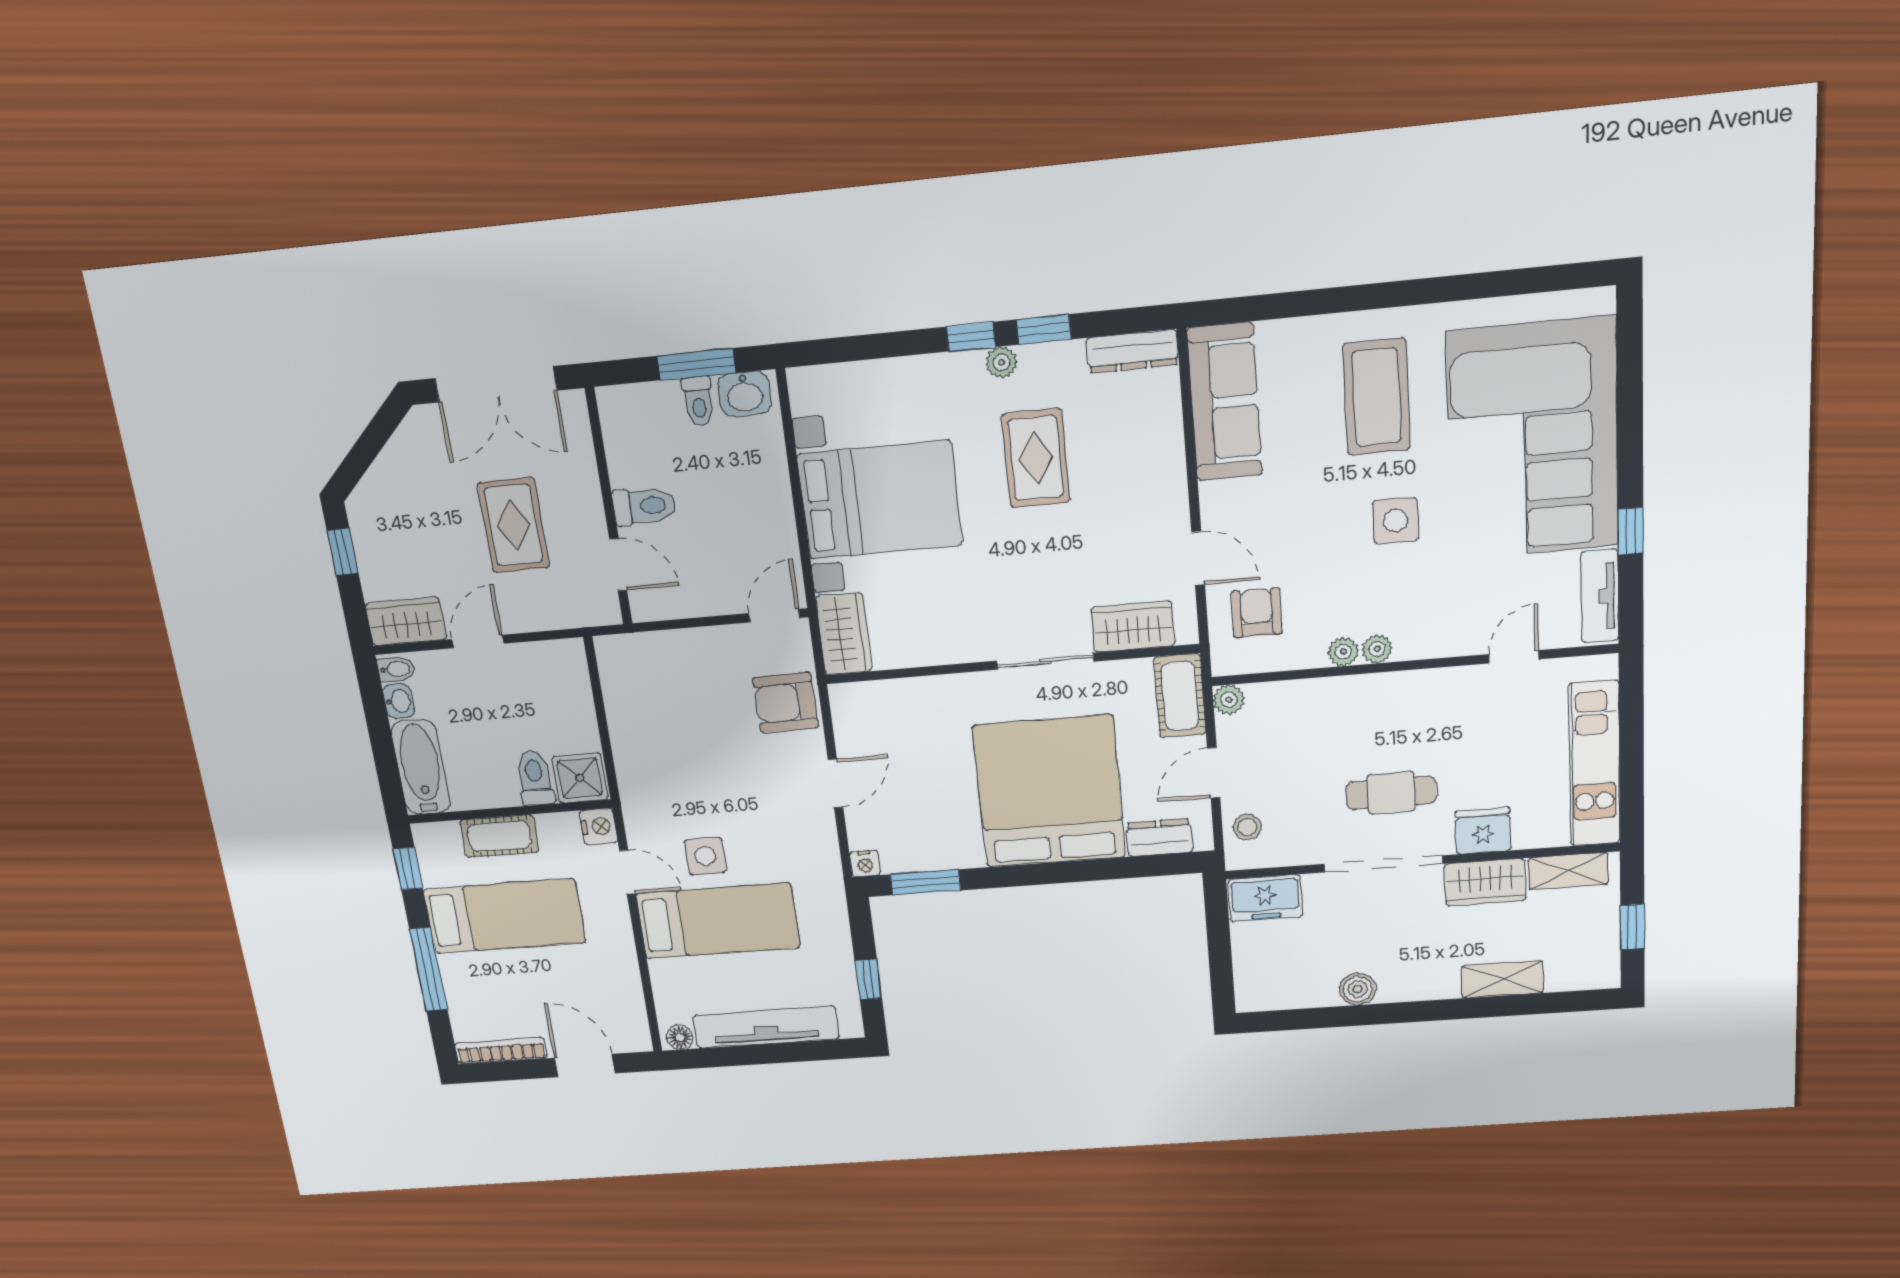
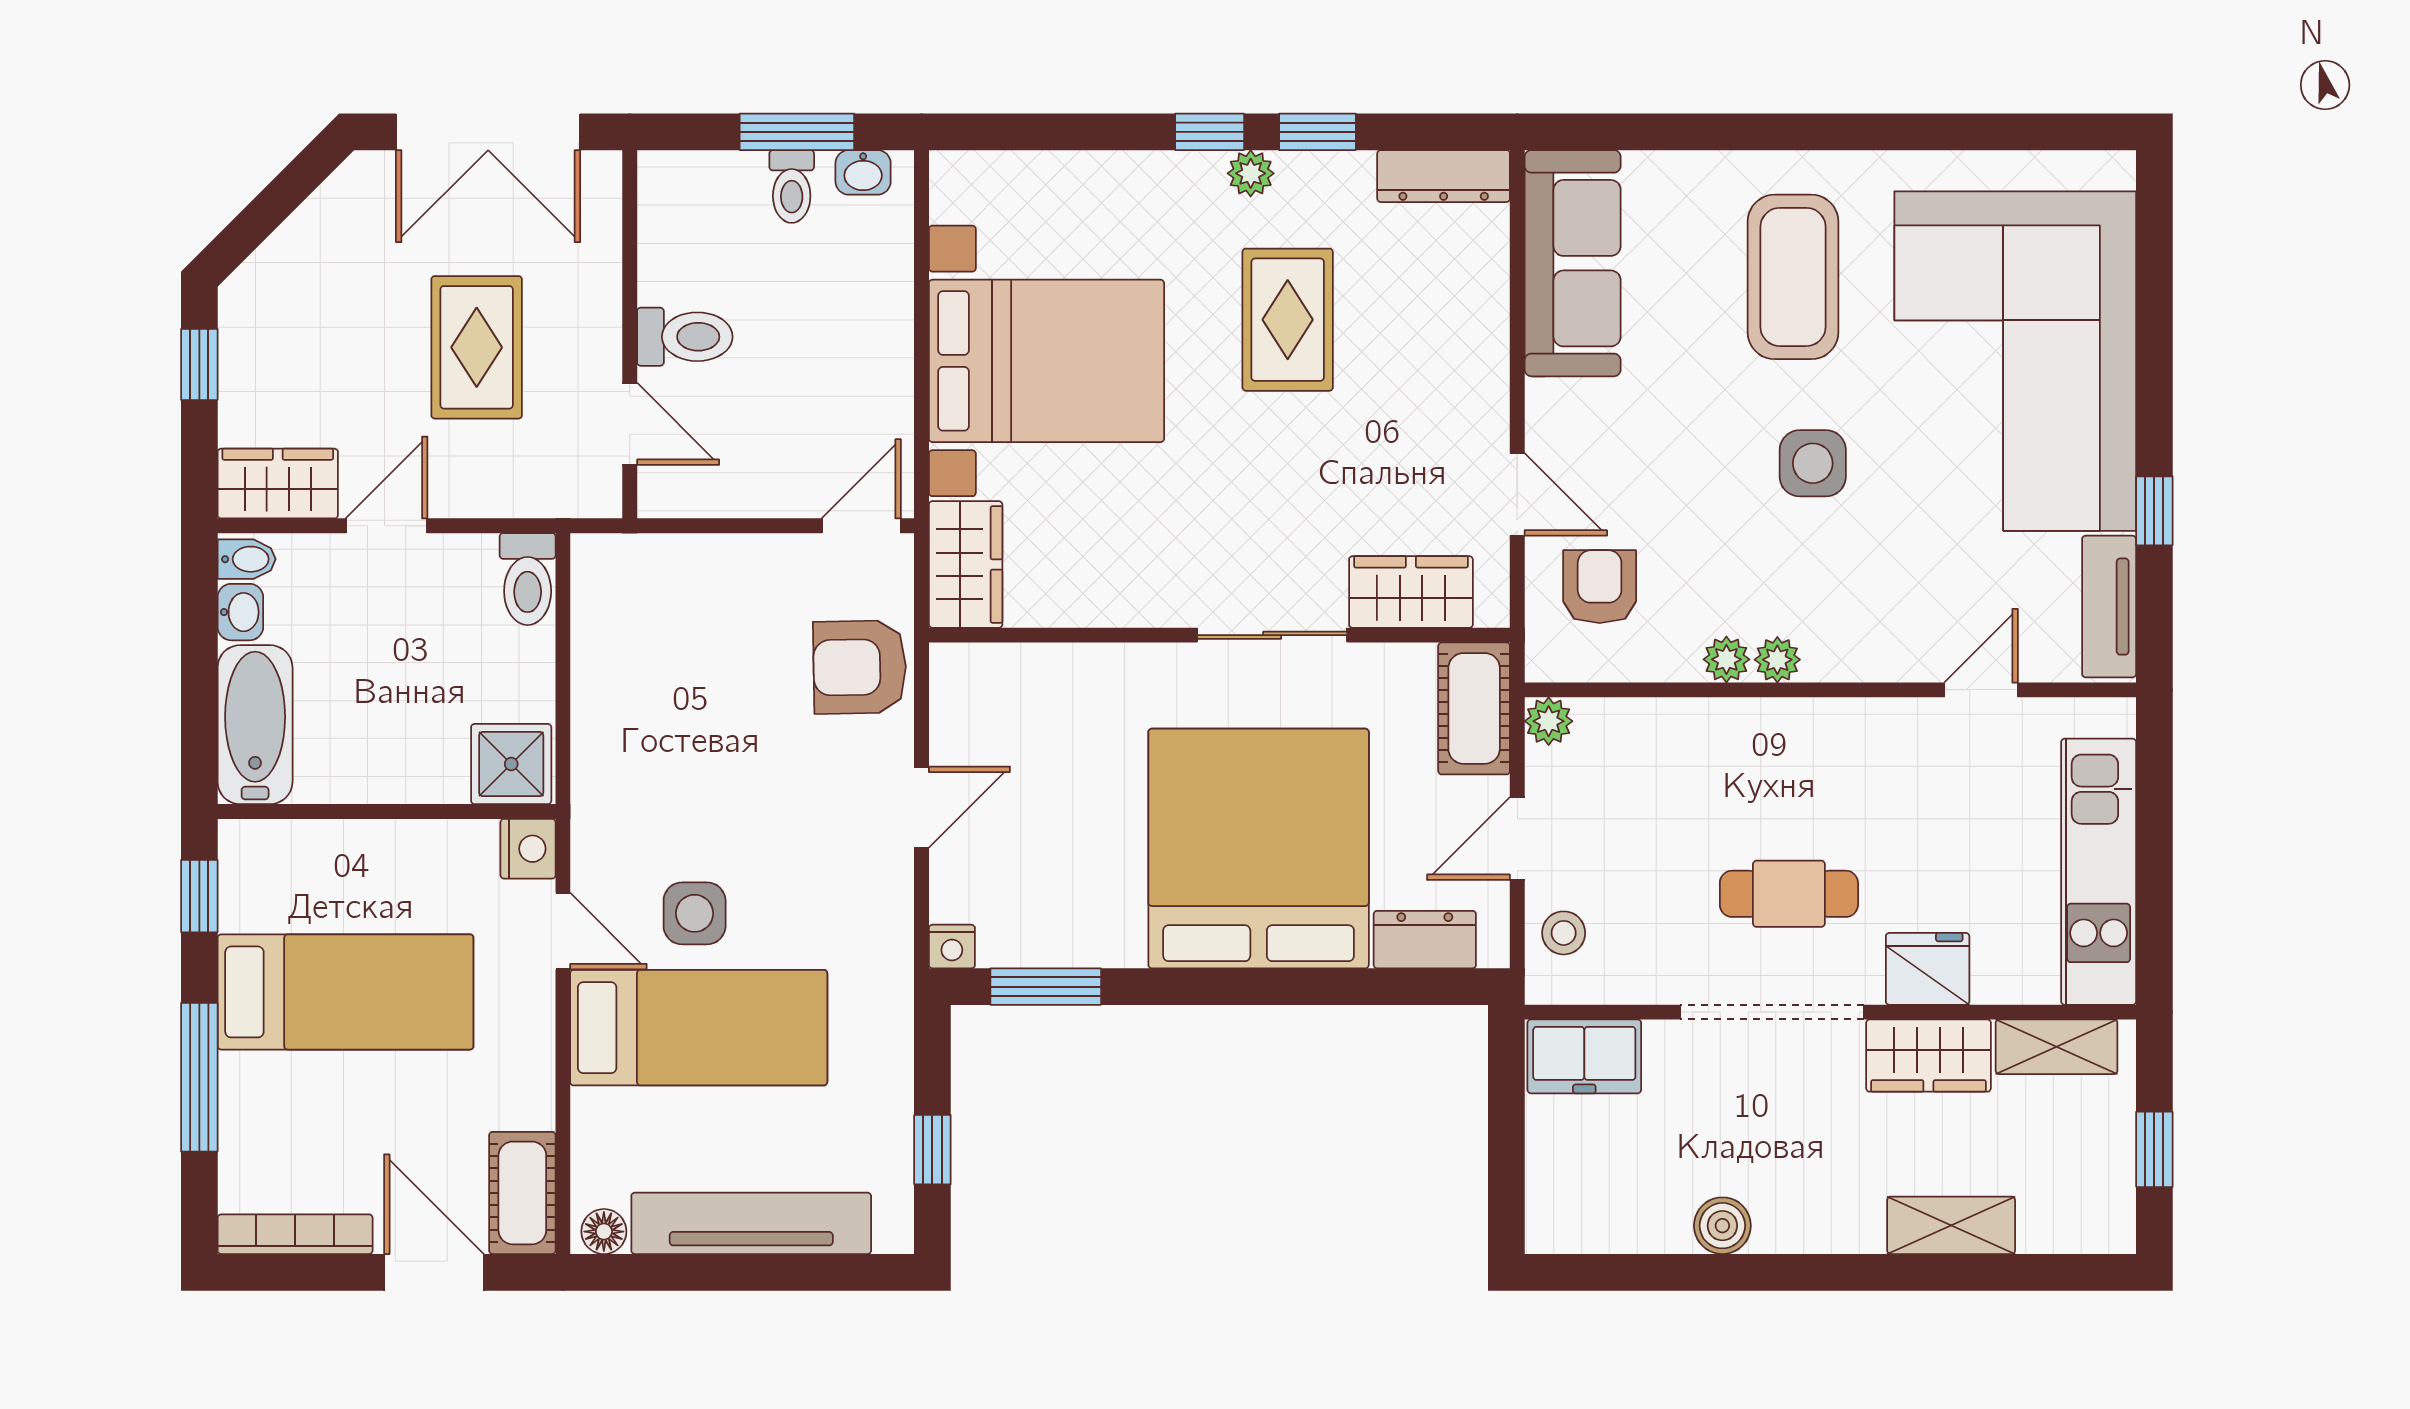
washbasin: (745, 394) -> (863, 172), width x0.72, depth x0.69
toilet: (535, 778) -> (528, 579), moved, turned 180
cot: (499, 836) -> (522, 1193), moved, turned 90

